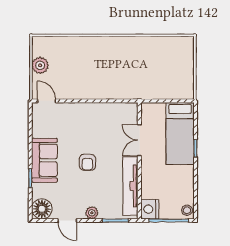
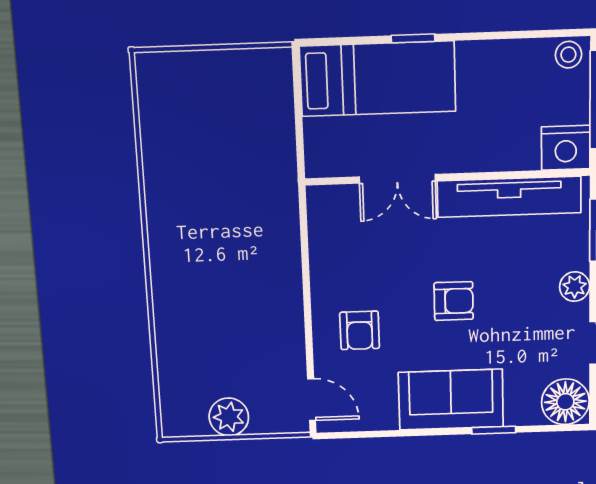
door: (47, 101) -> (312, 400), swing flipped
armchair: (76, 122) -> (360, 330), added

